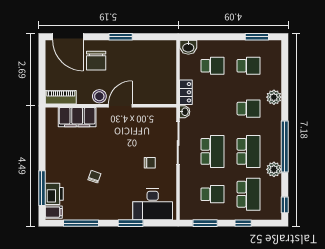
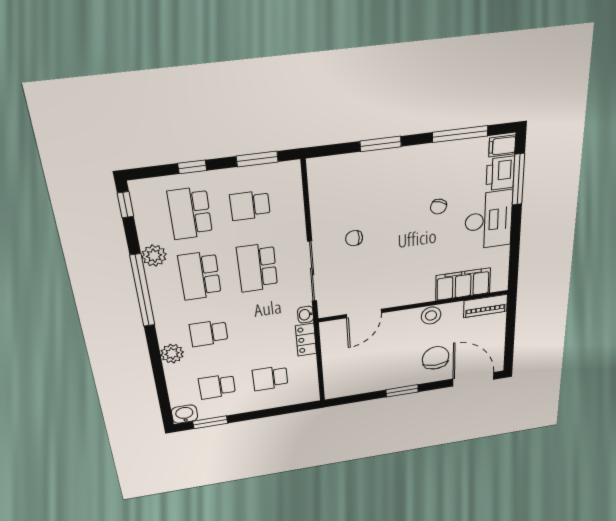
washbasin: (188, 47) -> (185, 414), moved
door: (120, 106) -> (364, 314), moved
desk: (153, 204) -> (489, 220), moved, turned 90

